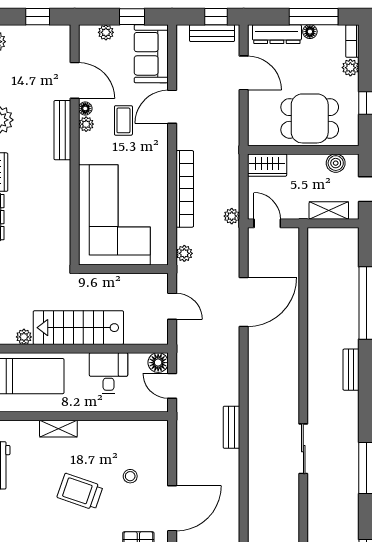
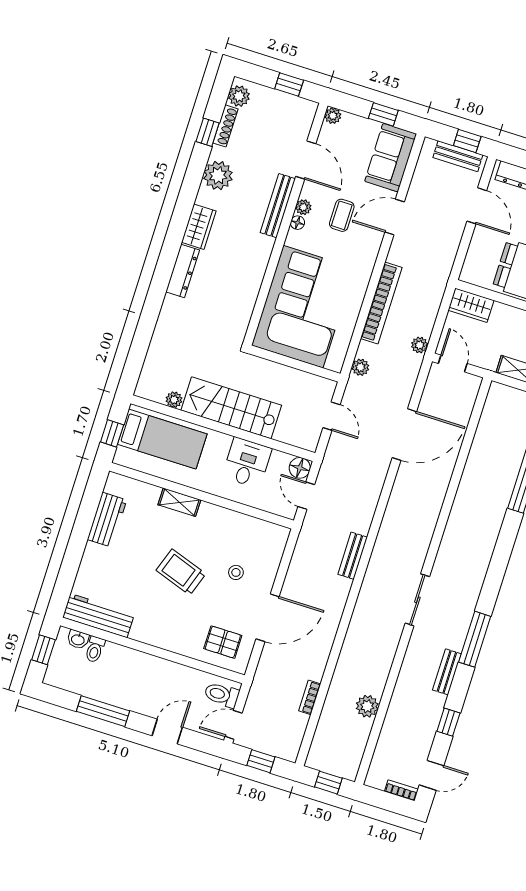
plant: (106, 32) -> (333, 116), moved
floor lamp: (85, 108) -> (298, 223), moved
bench: (351, 370) -> (447, 672), moved

